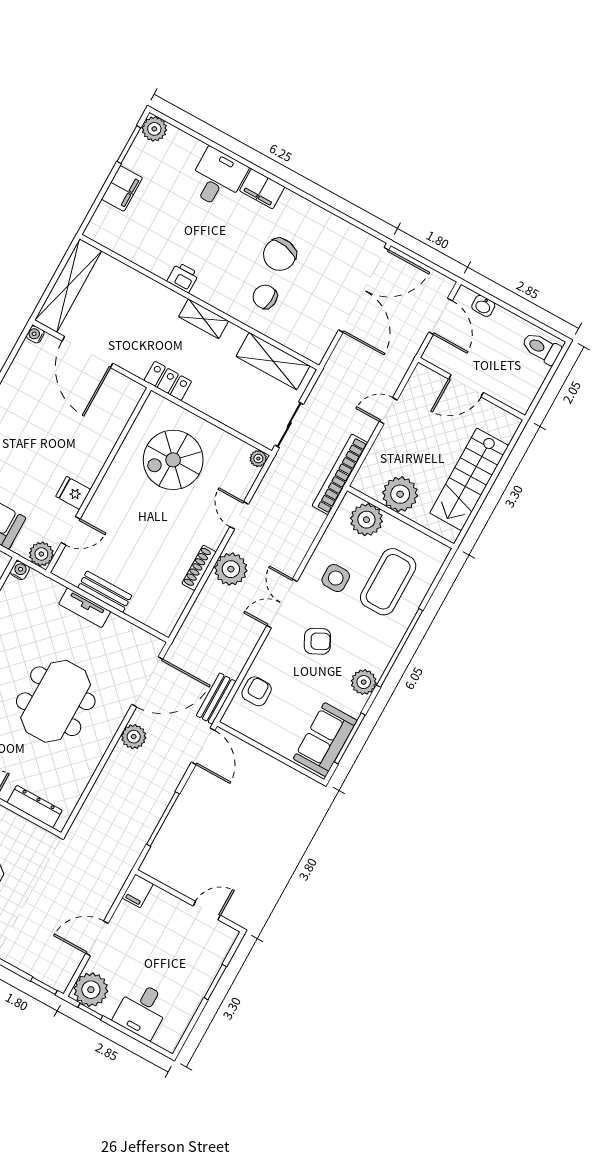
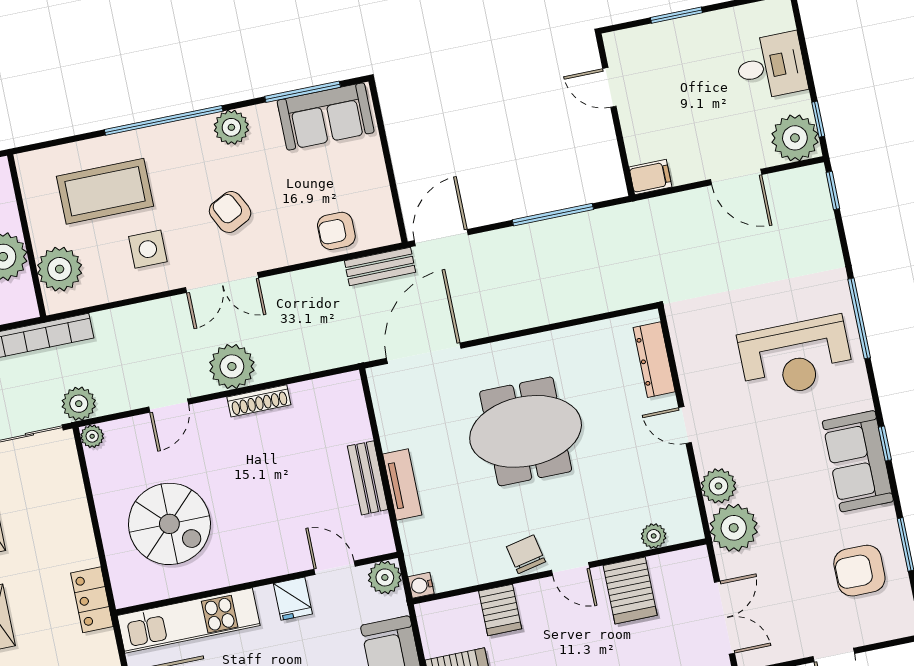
kitchen unit: (110, 425) -> (189, 621), added
door: (147, 682) -> (424, 353), hinge flipped
plant: (134, 737) -> (79, 404), moved

